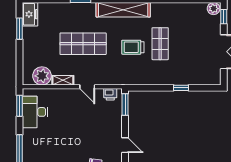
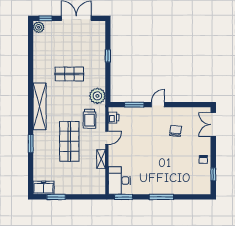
trolley: (133, 47) -> (90, 119), moved
plant: (42, 76) -> (97, 96), moved
window: (125, 105) -> (134, 105), moved
desk: (35, 112) -> (119, 181), moved, turned 90

